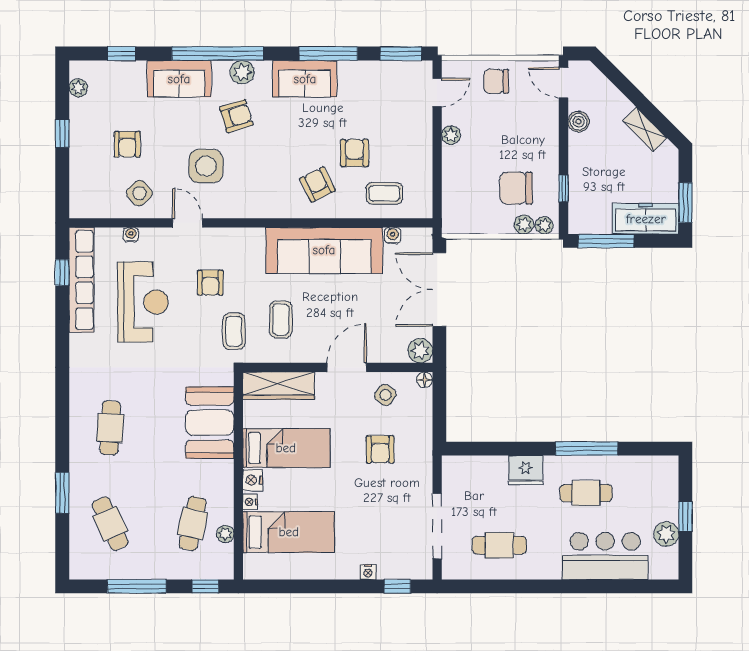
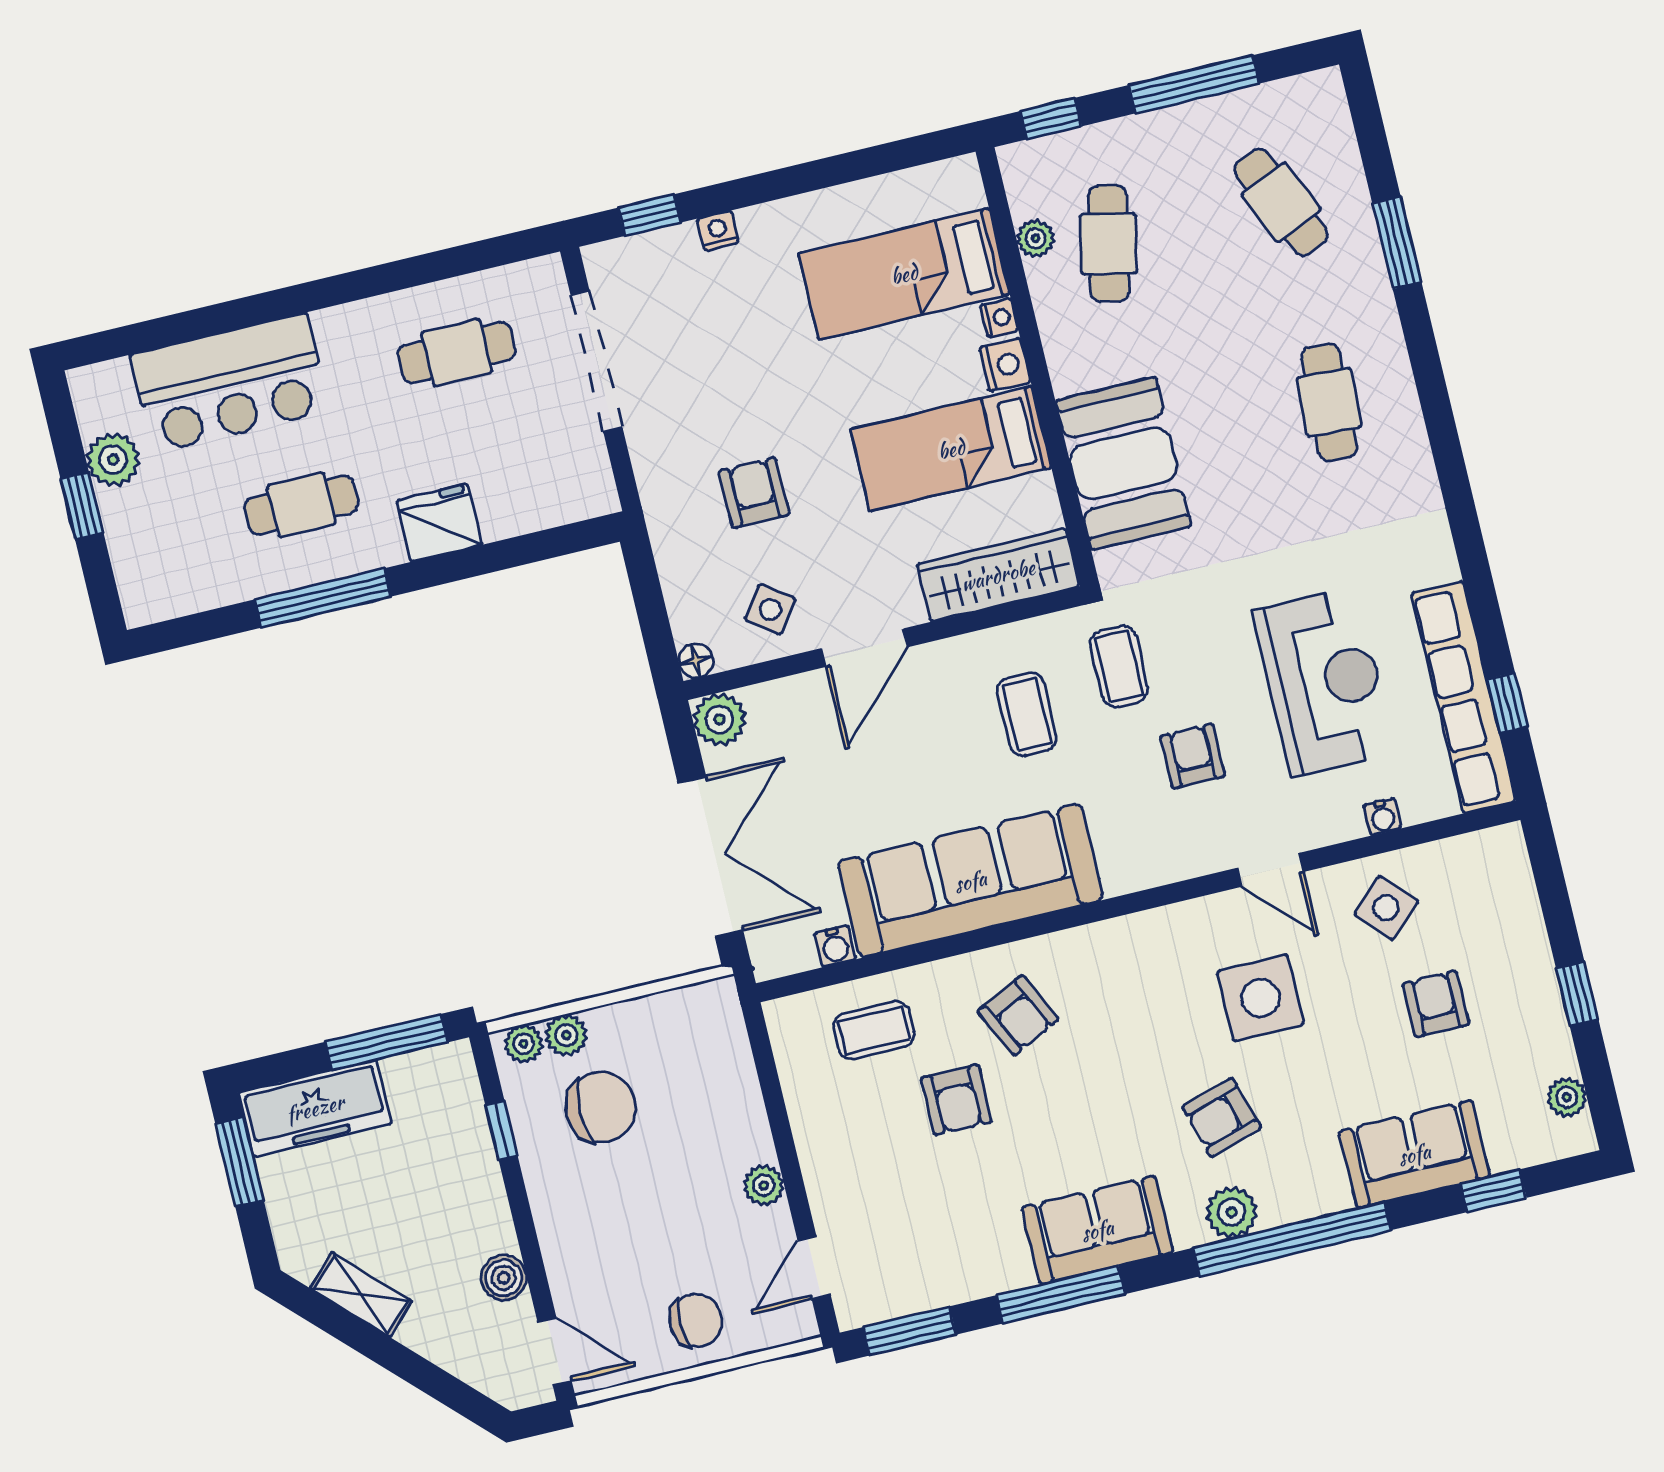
sofa: (179, 79) -> (1414, 1154), moved
reception desk: (143, 302) -> (1324, 682), turned 180

